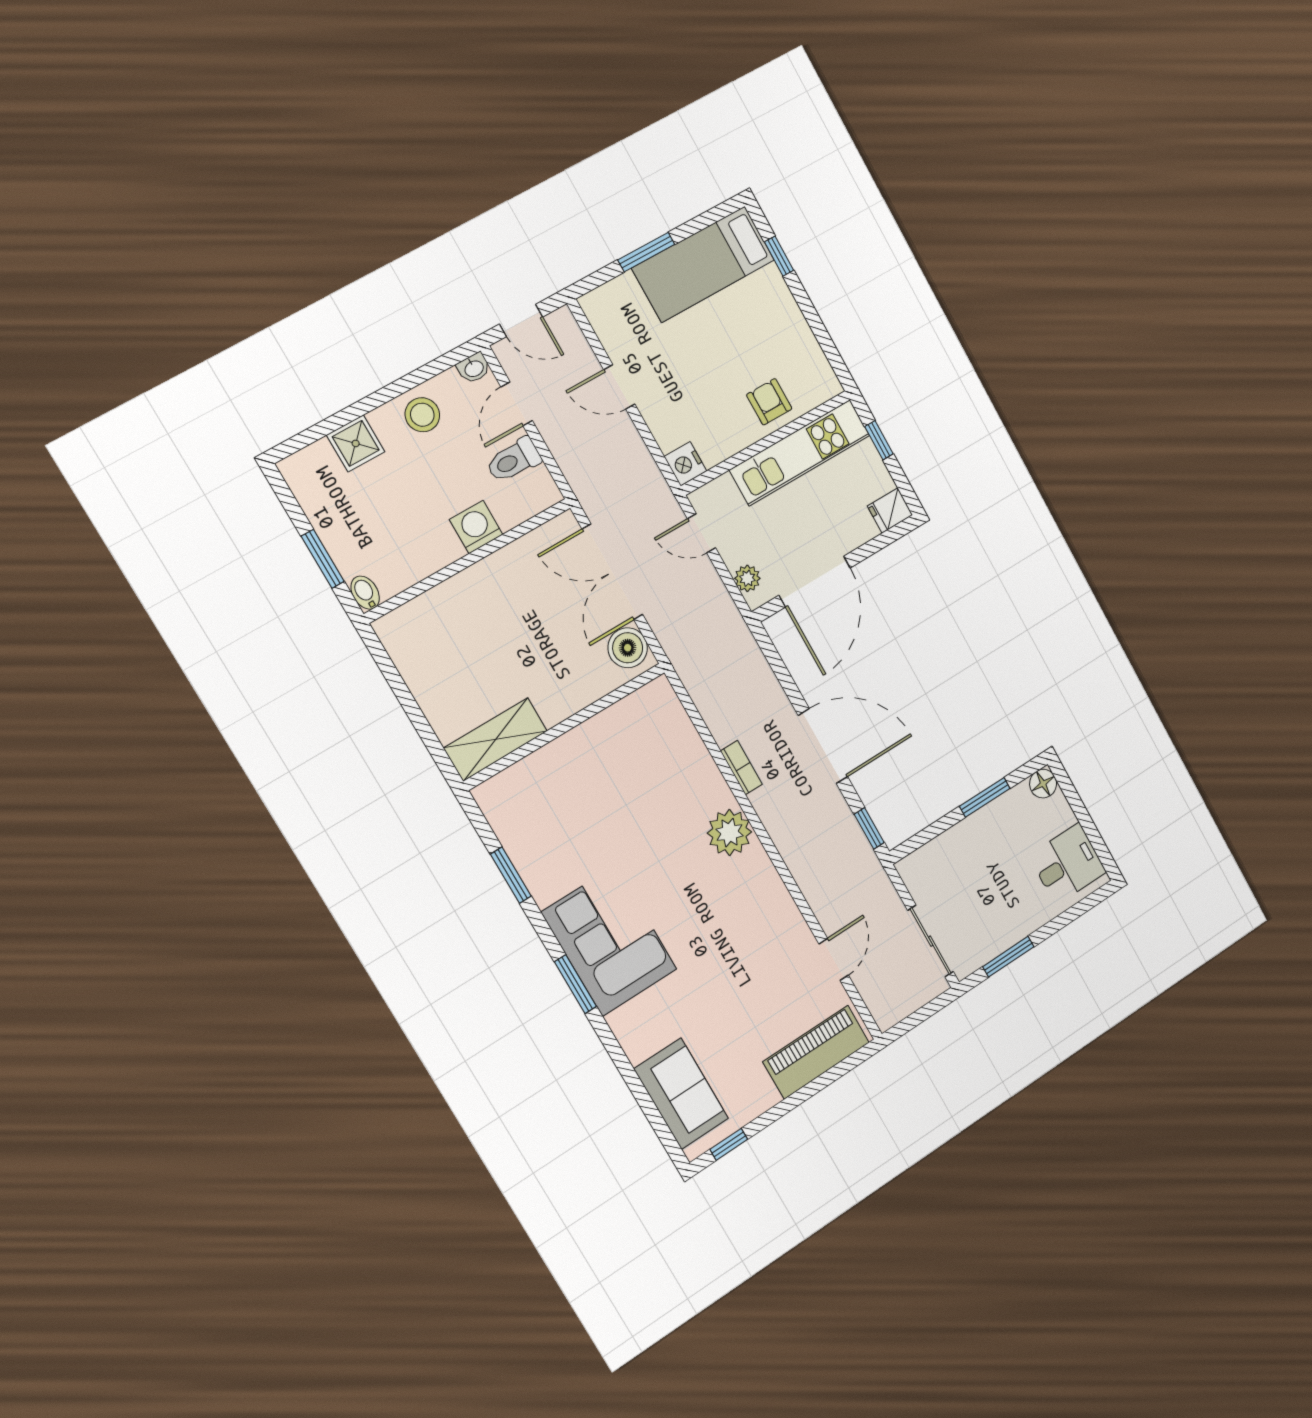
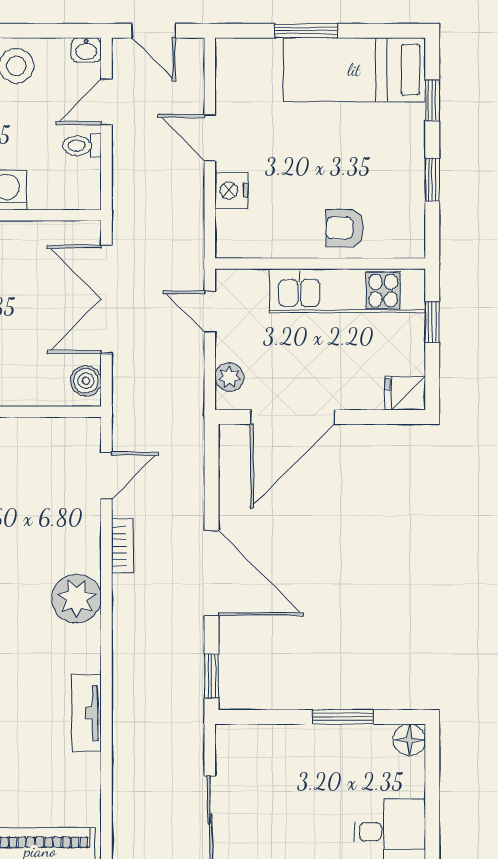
window: (815, 323) -> (432, 180), added
armchair: (769, 402) -> (345, 228), turned -90
toilet: (514, 460) -> (82, 146), width x0.73, depth x0.72
nightstand: (685, 464) -> (231, 190), moved
boiler: (628, 648) -> (86, 381), width x0.73, depth x0.73
tv unit: (790, 919) -> (87, 713), added
door: (834, 959) -> (106, 476), moved

